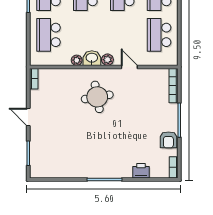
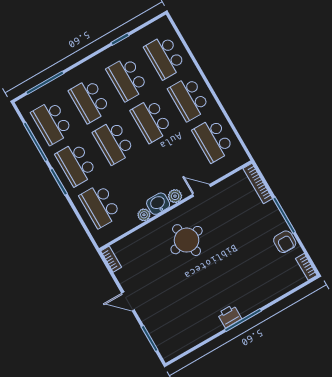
printer: (141, 171) -> (229, 316), moved

